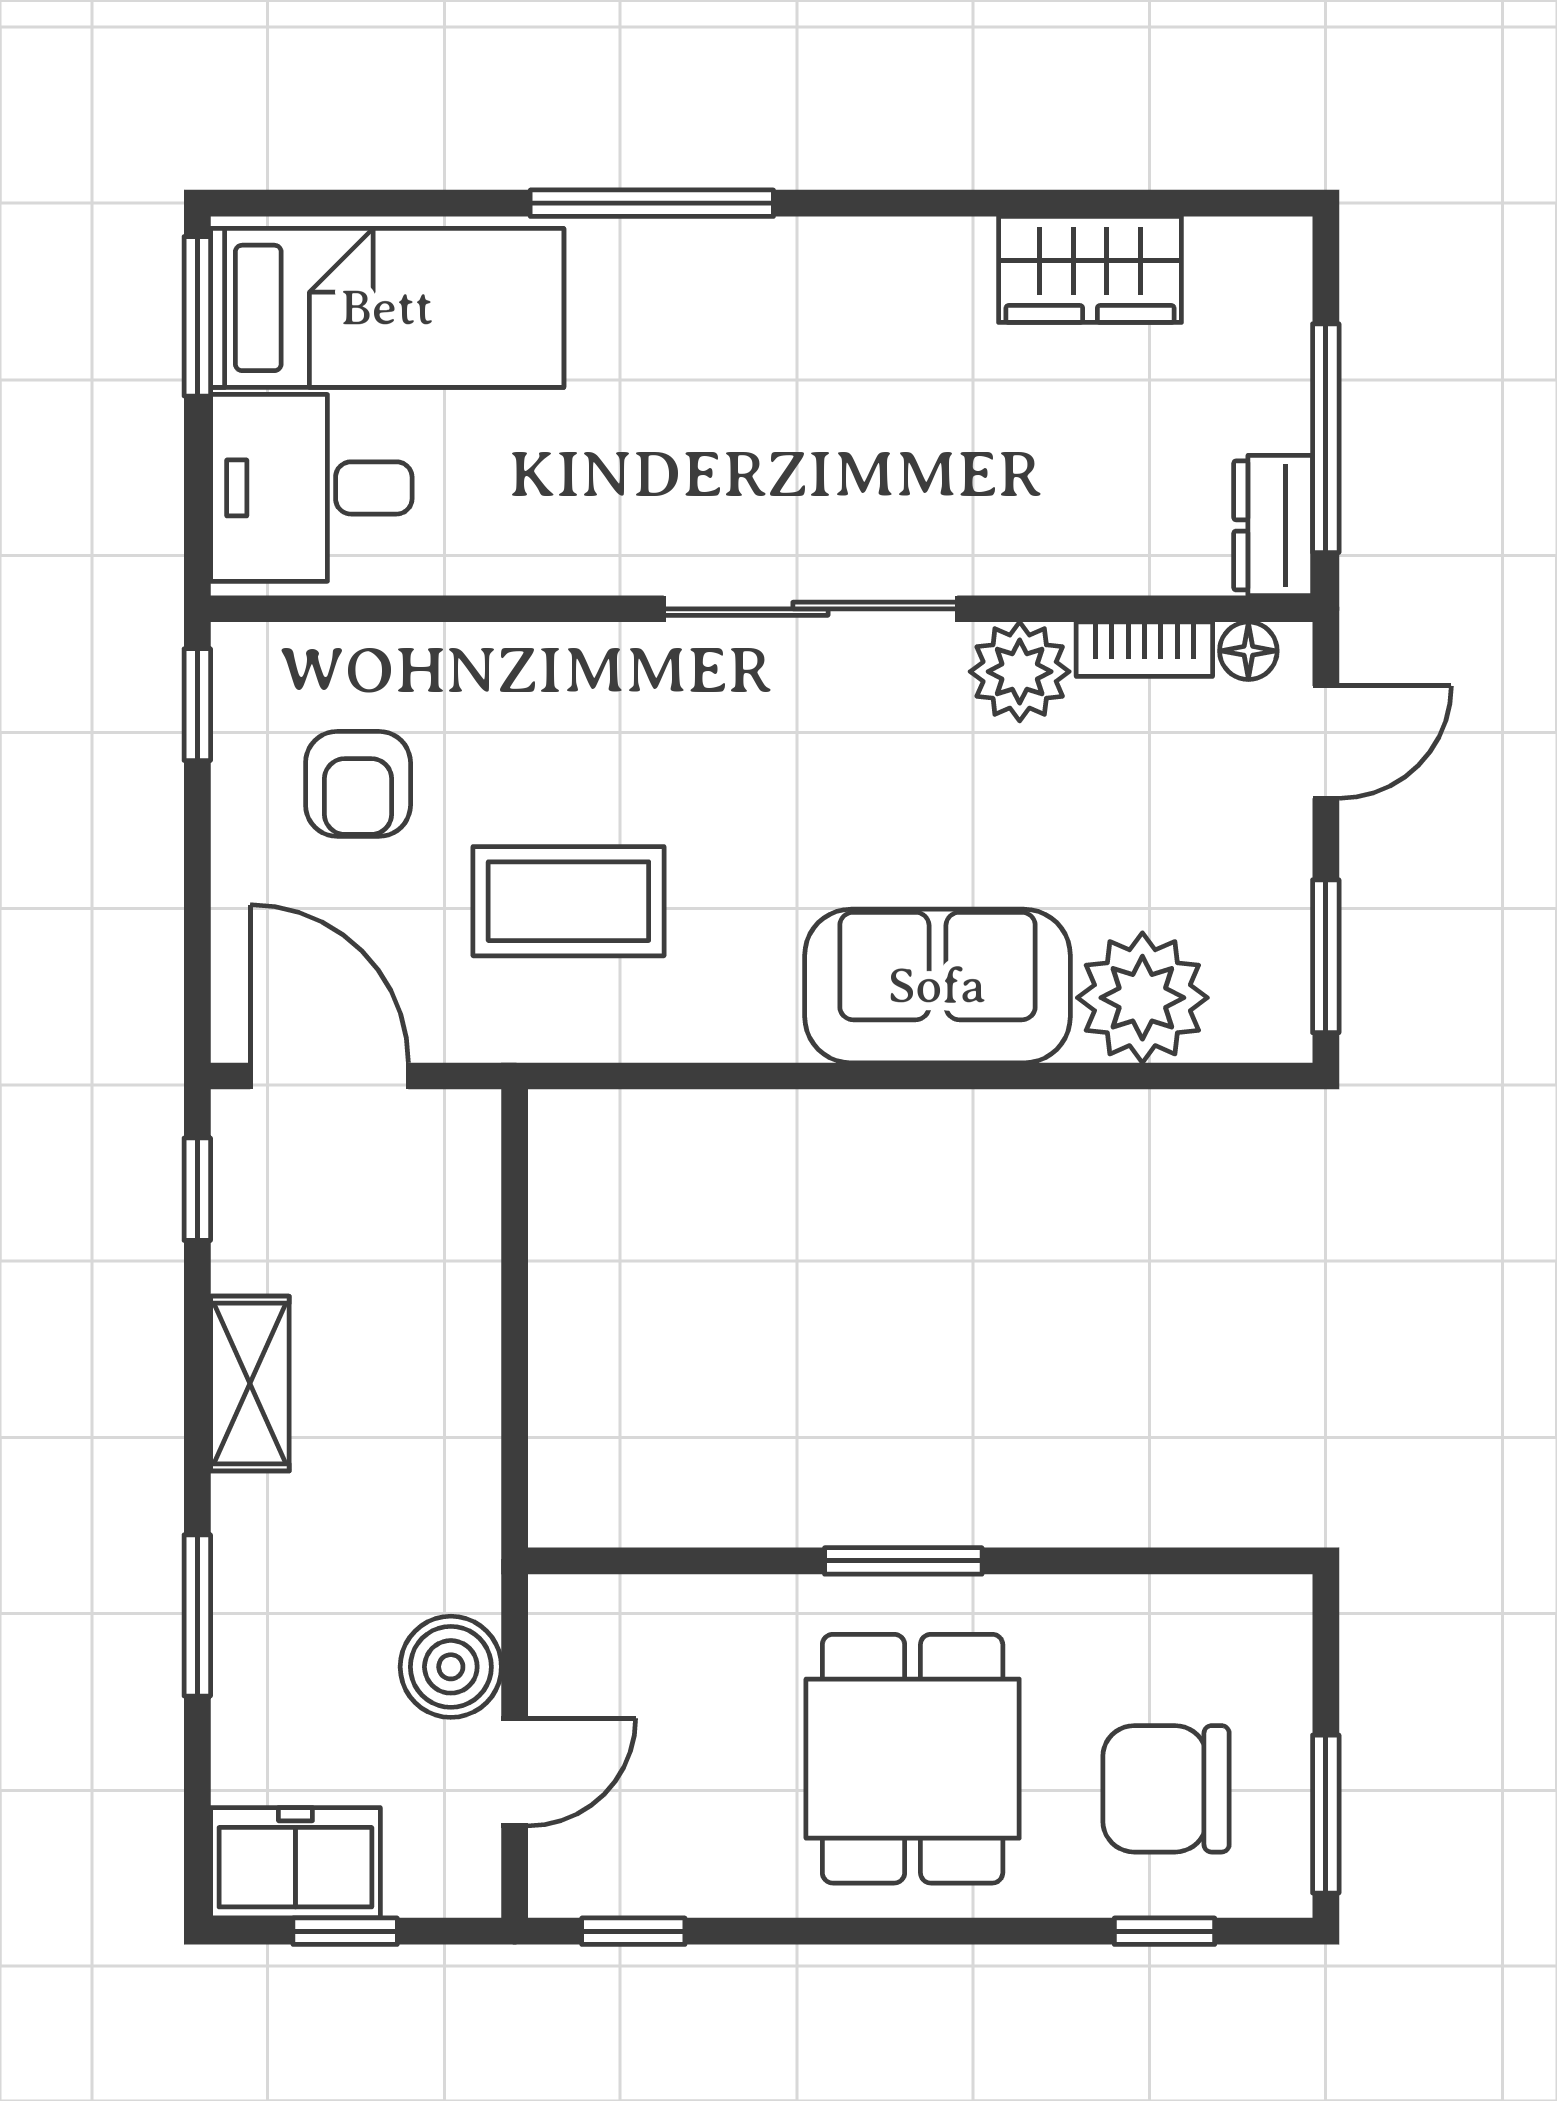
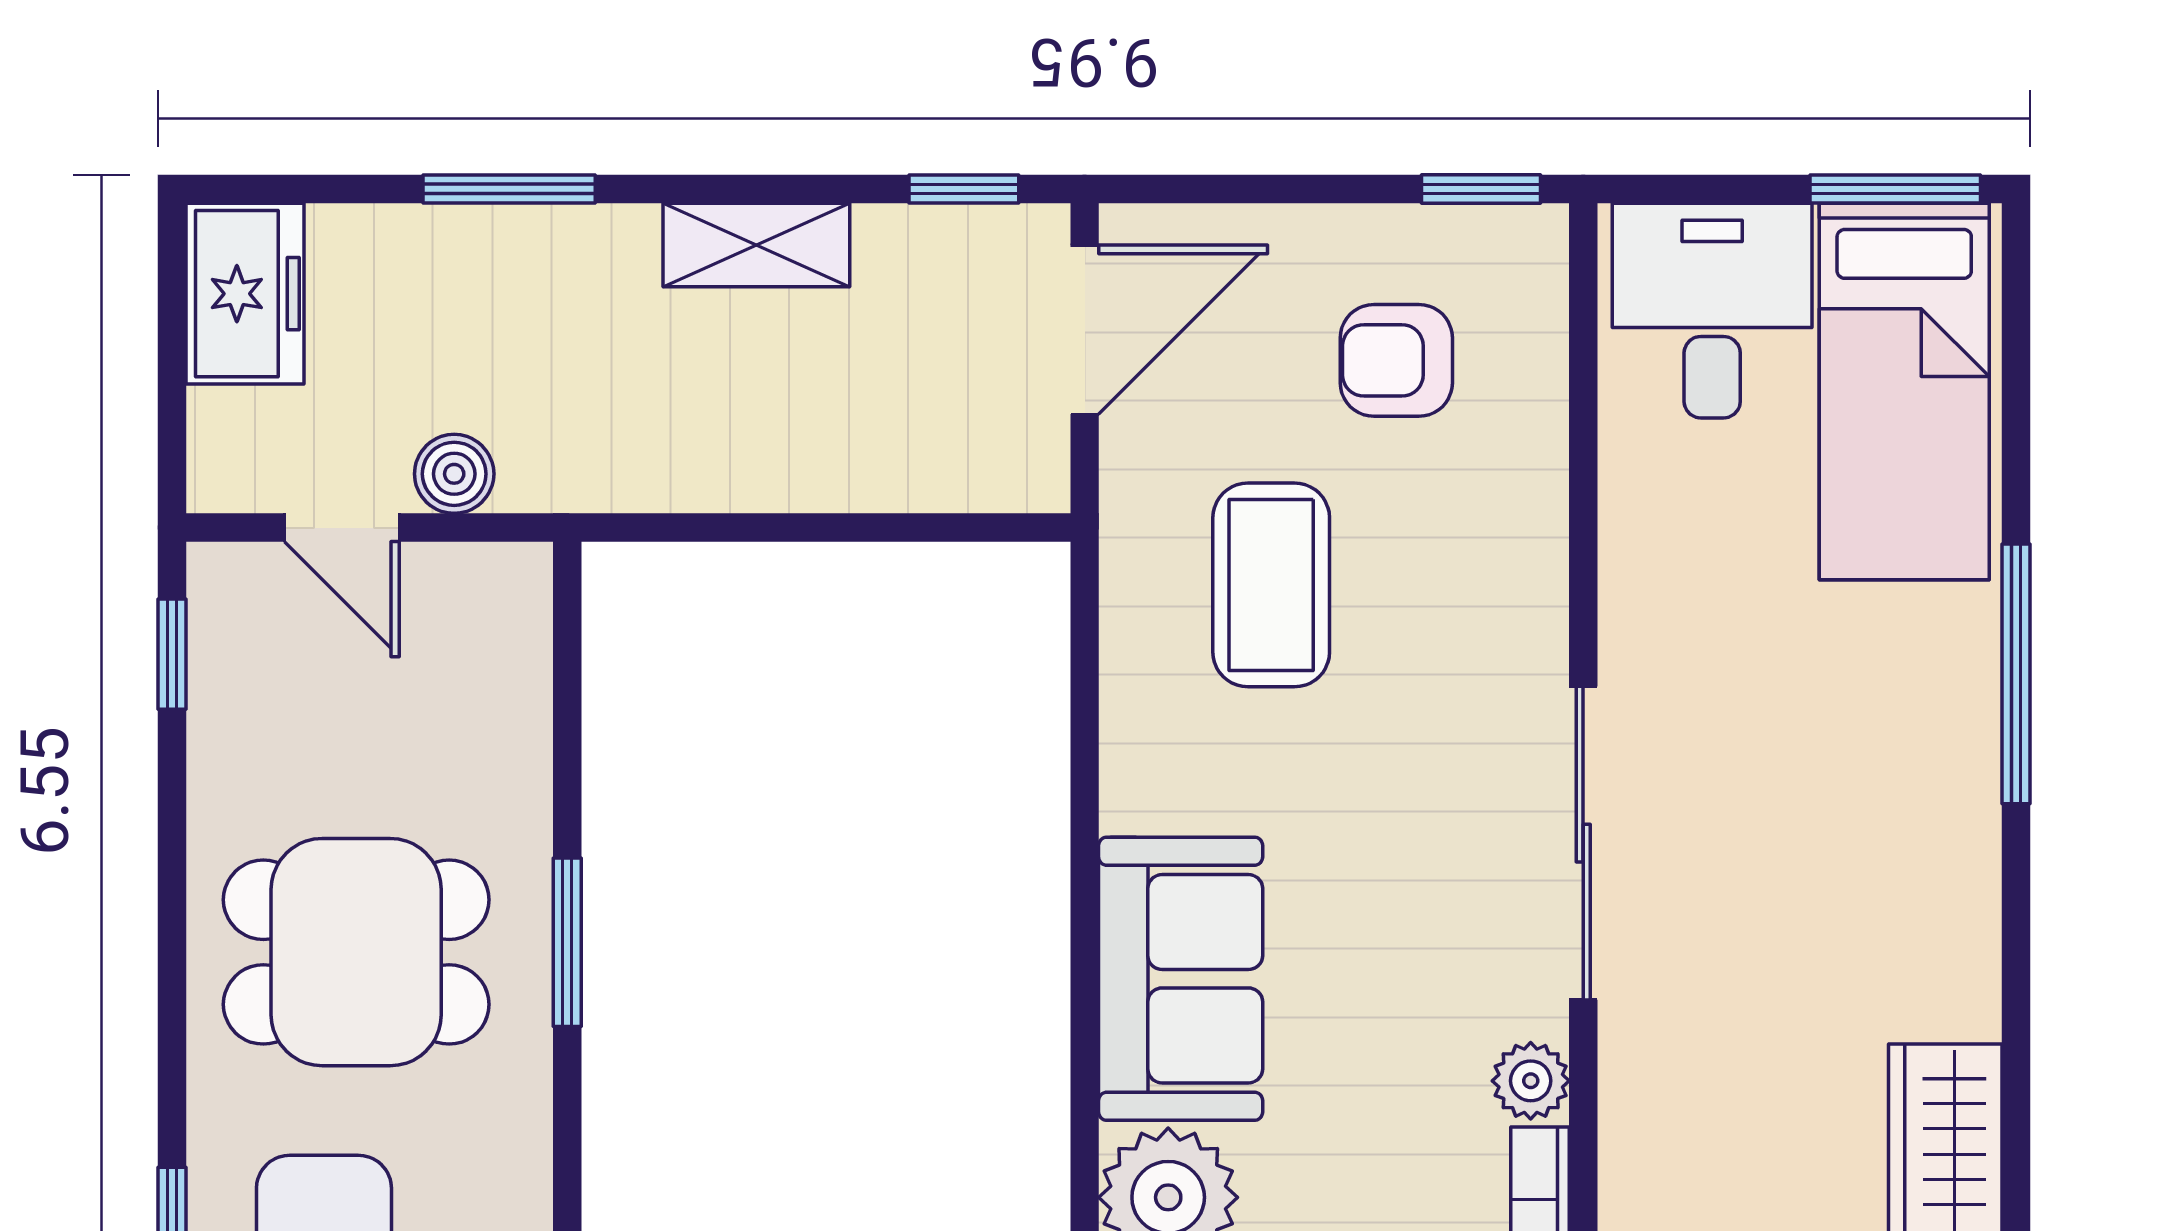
plant: (1020, 672) -> (1531, 1081), width x0.73, depth x0.73
boiler: (451, 1667) -> (454, 474), width x0.73, depth x0.73
window: (345, 1931) -> (172, 347), removed

